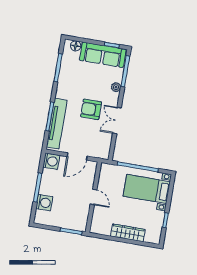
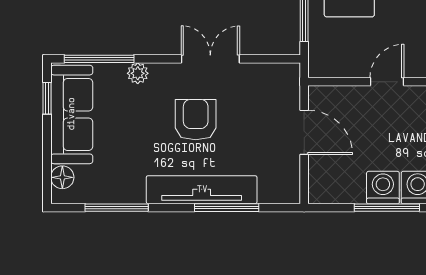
armchair: (91, 109) -> (196, 120), turned 180
double door: (117, 120) -> (210, 59), swing flipped
tv unit: (57, 124) -> (202, 190), moved
washing machine: (51, 161) -> (383, 188), moved

